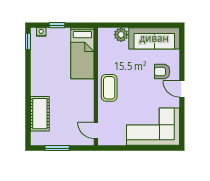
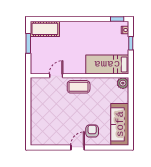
plant: (121, 35) -> (123, 83), moved
cot: (40, 114) -> (45, 29), moved
corner sofa: (153, 127) -> (46, 123), removed
door: (96, 131) -> (56, 76), moved

